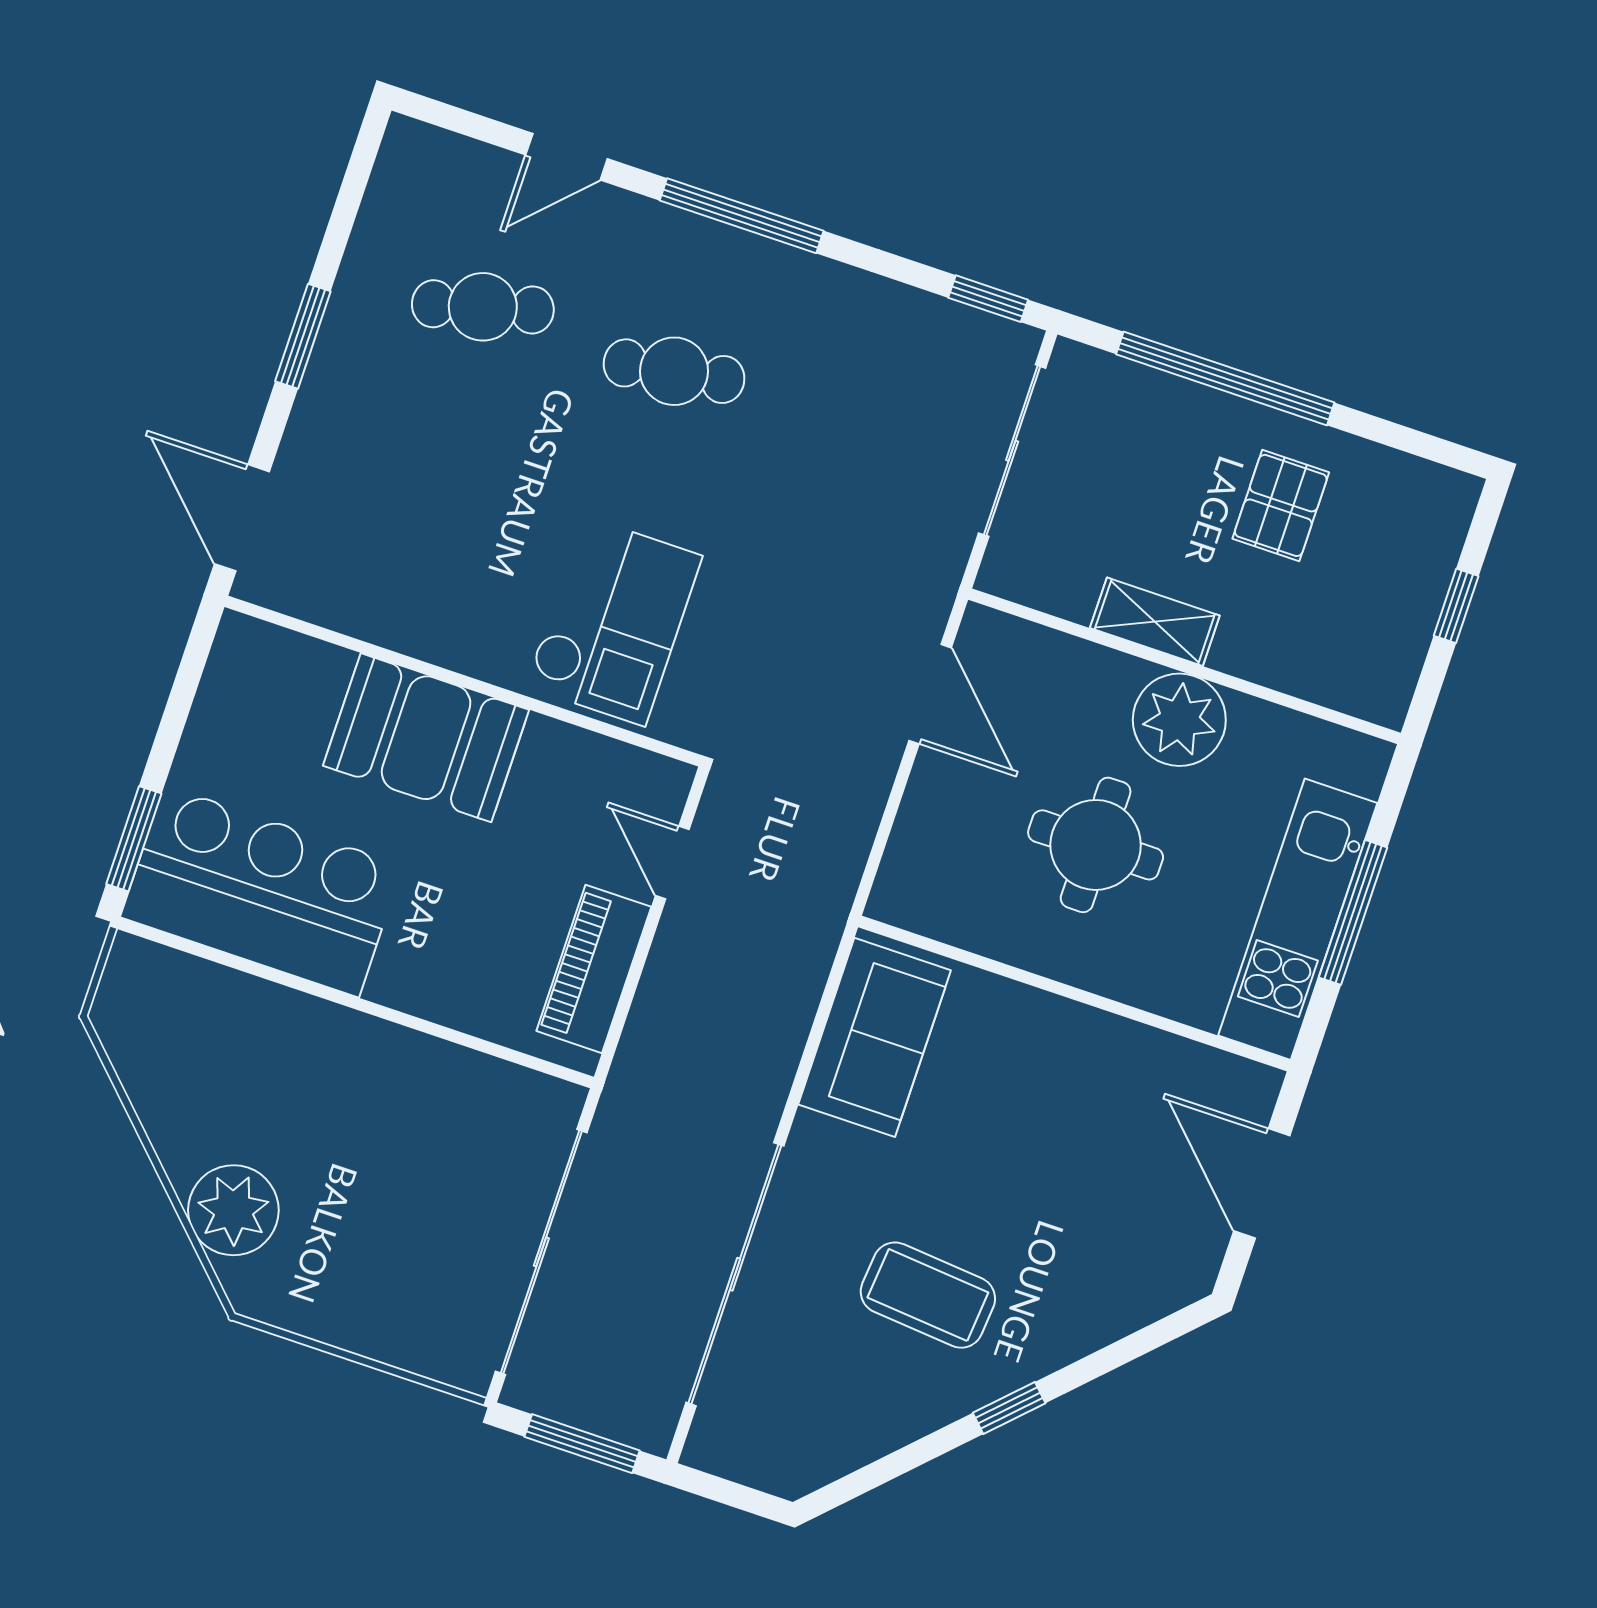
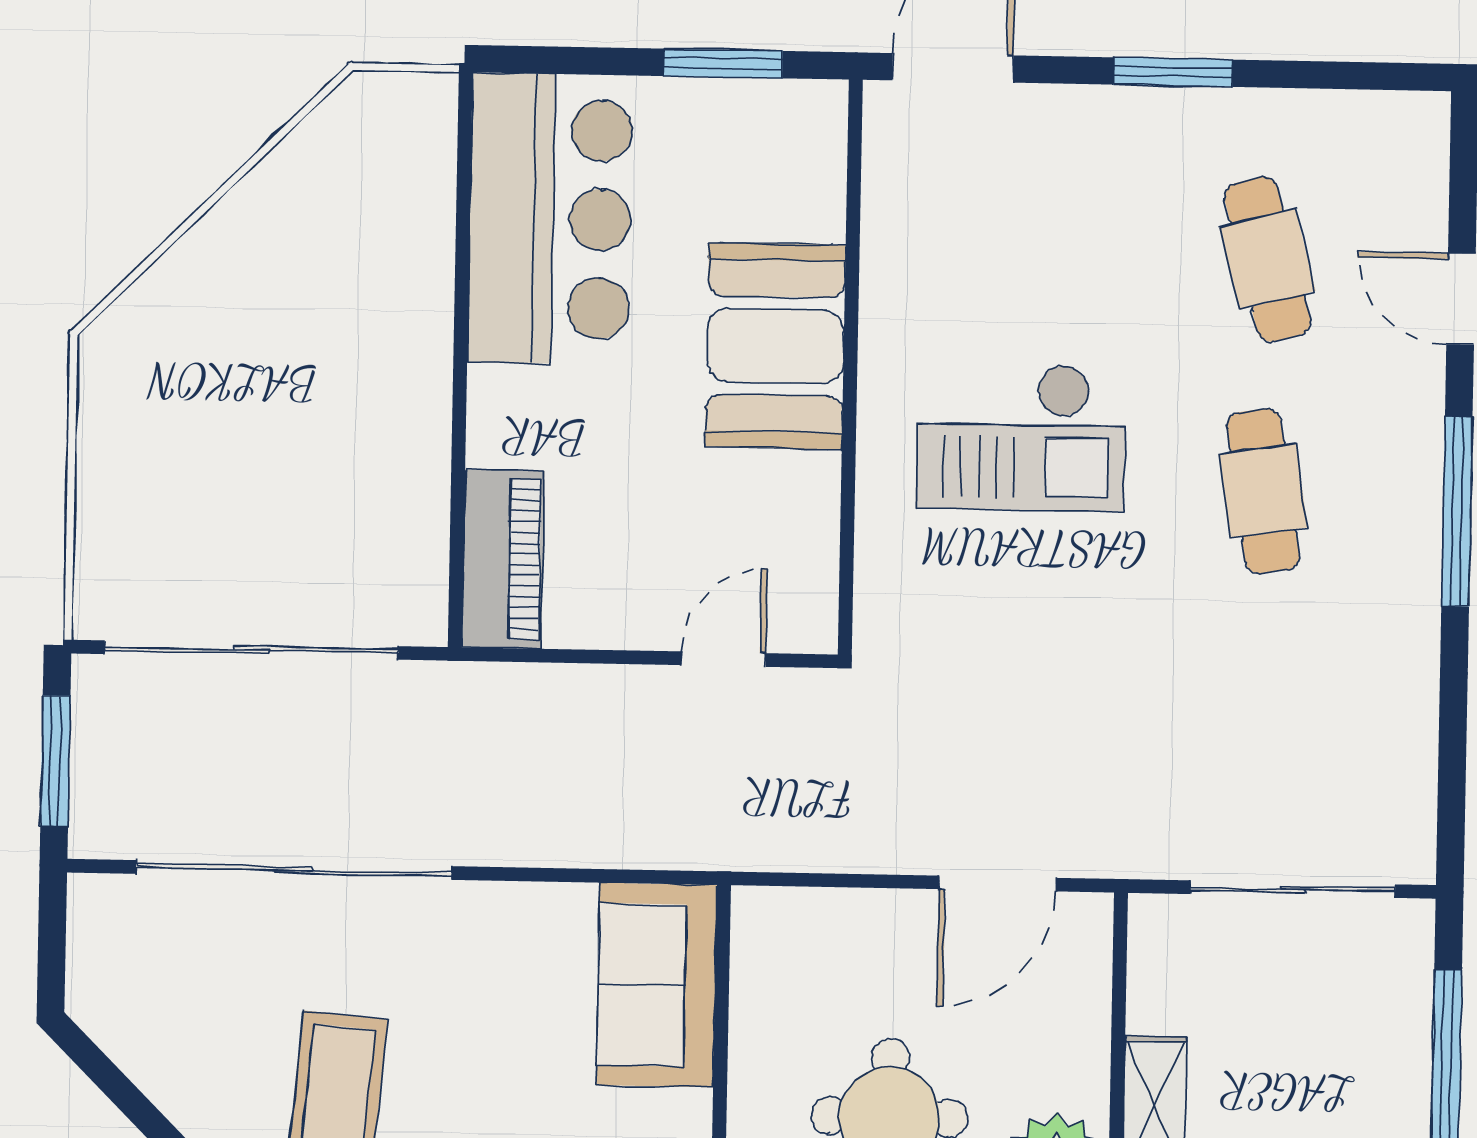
window: (988, 299) -> (1451, 810), removed
checkout: (614, 621) -> (1021, 437), moved
window: (134, 839) -> (723, 63), moved
piano: (594, 969) -> (503, 559), moved, turned 90
sofa: (875, 1037) -> (657, 985), moved, turned 90
plant: (233, 1210) -> (191, 298), removed

